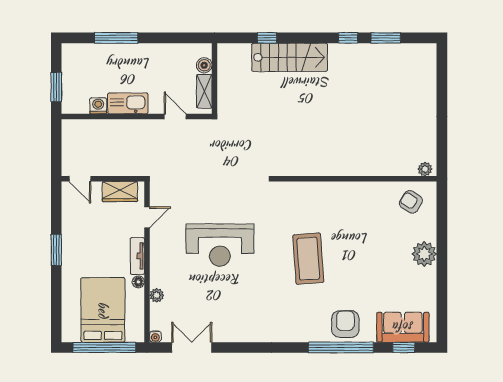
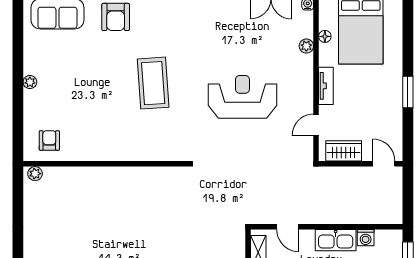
armchair: (411, 202) -> (49, 140), turned -123
plant: (424, 254) -> (30, 82), width x0.53, depth x0.53
floor lamp: (138, 282) -> (325, 36), moved

